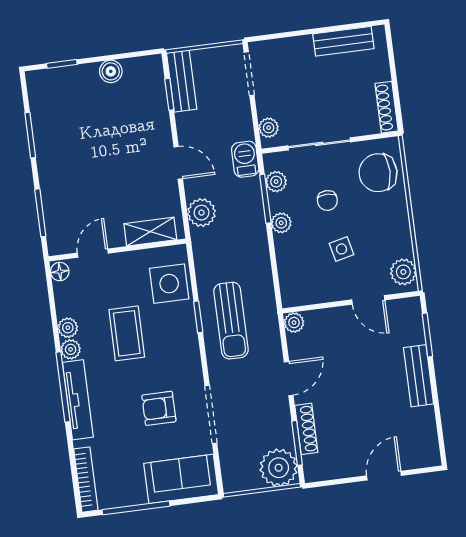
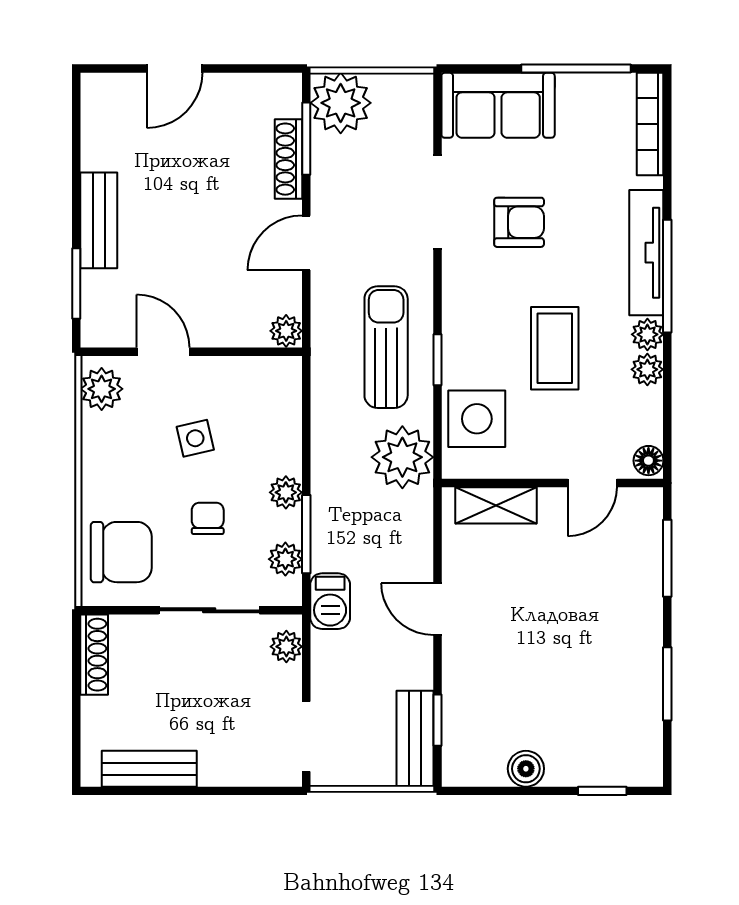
plant: (202, 213) -> (402, 457), moved, width x1.36, depth x1.36

